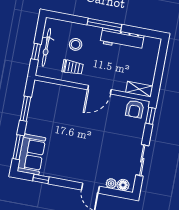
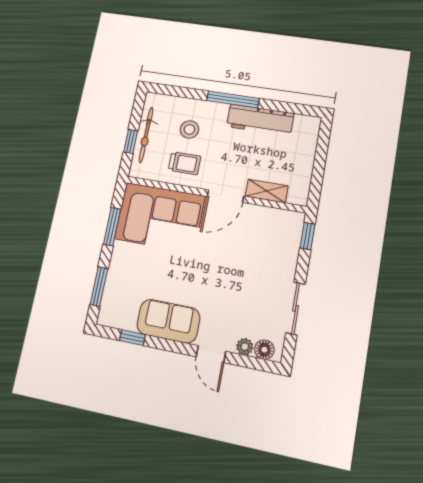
shelving: (139, 89) -> (267, 191), moved
corner sofa: (57, 103) -> (160, 217), added
armchair: (135, 109) -> (281, 226), removed
sofa: (31, 154) -> (168, 321), moved, turned -90

